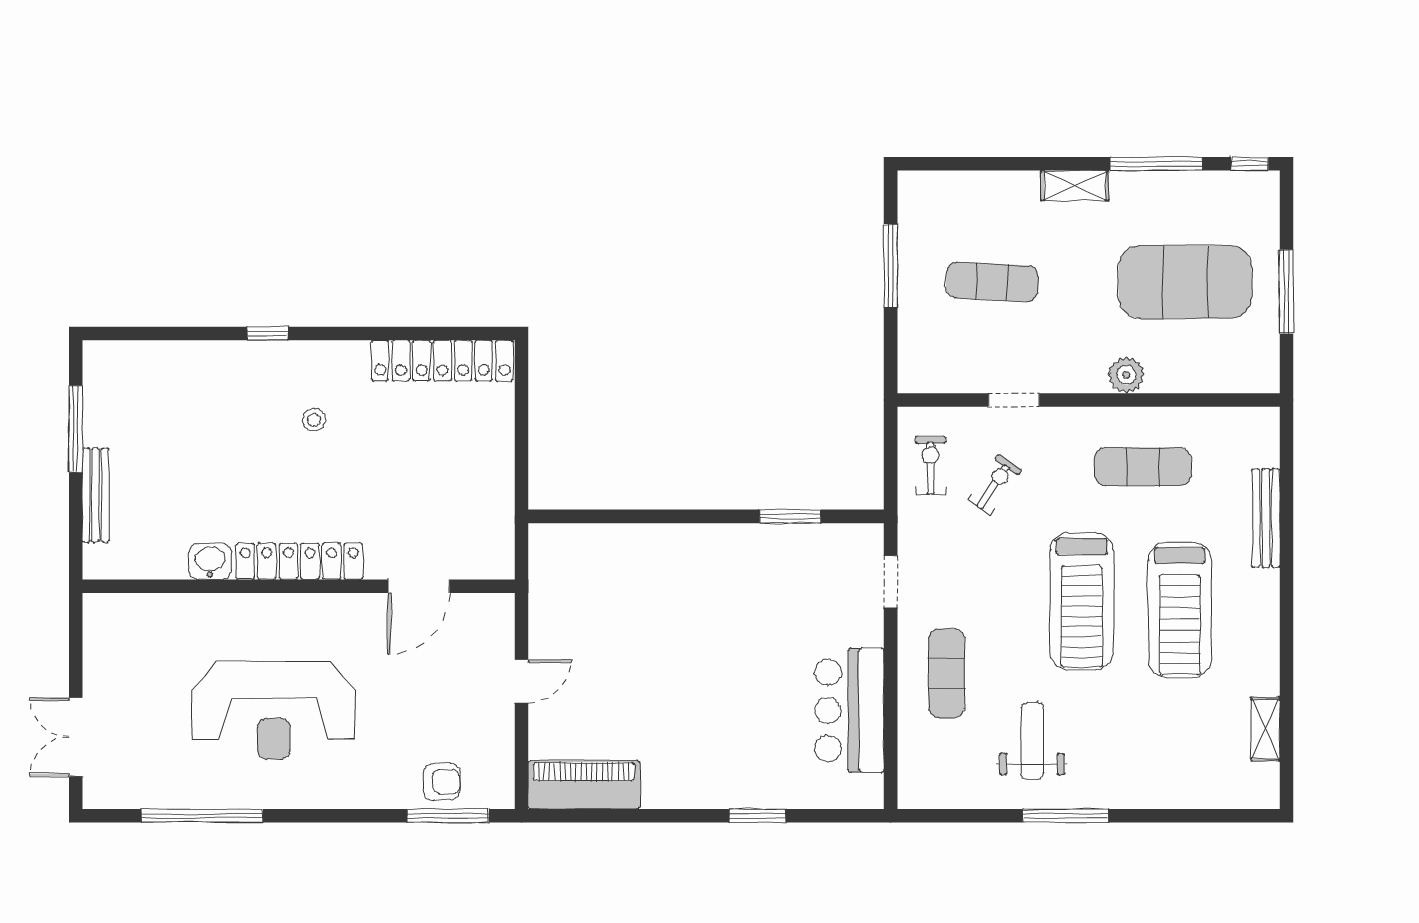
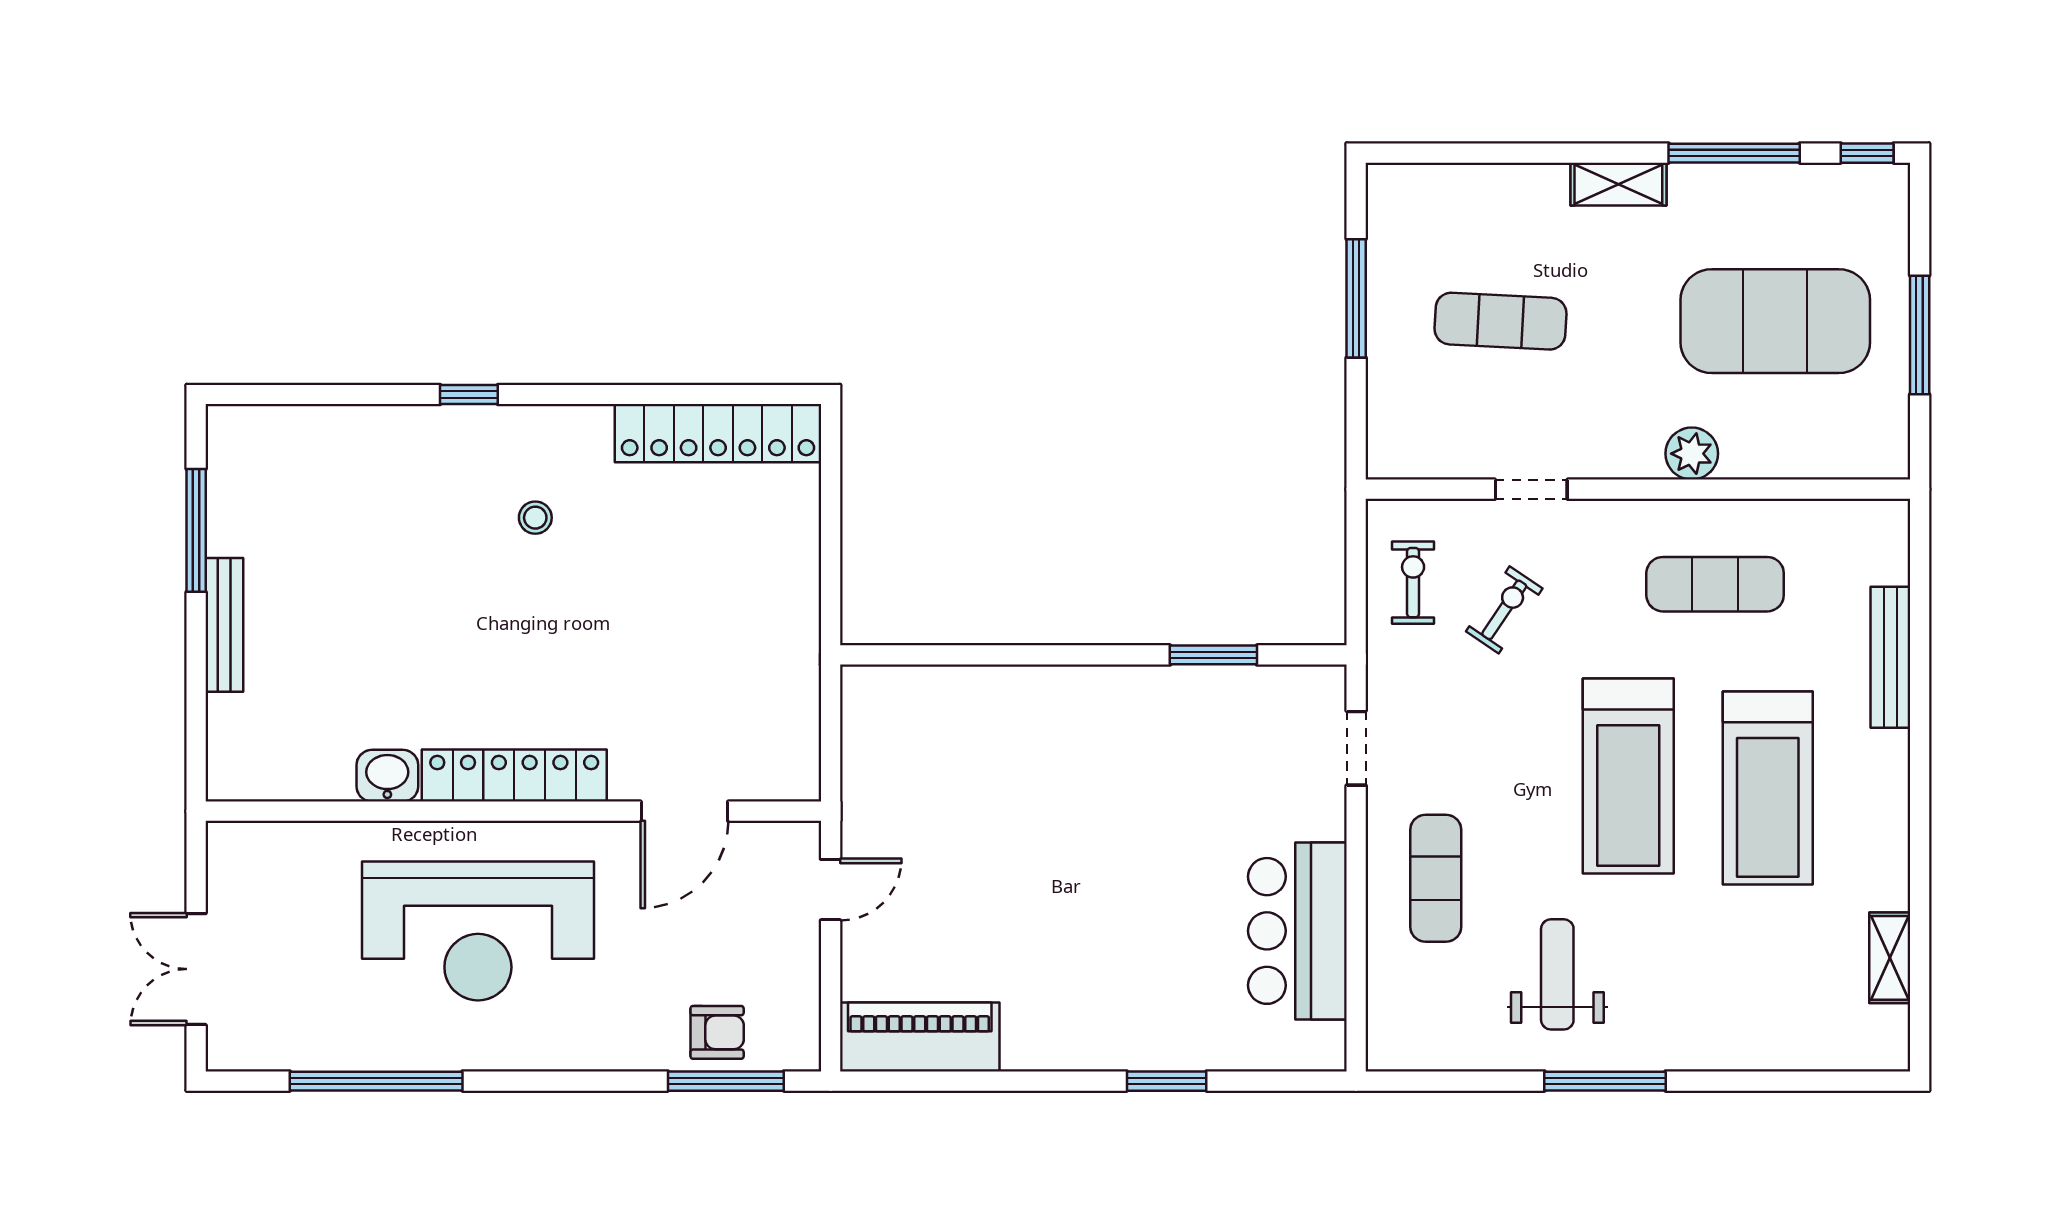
washbasin: (210, 561) -> (387, 776), moved
locker: (299, 561) -> (514, 776), moved
wall: (299, 586) -> (513, 811), moved
door: (419, 586) -> (684, 811), moved

